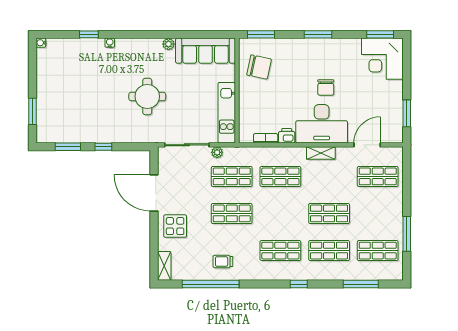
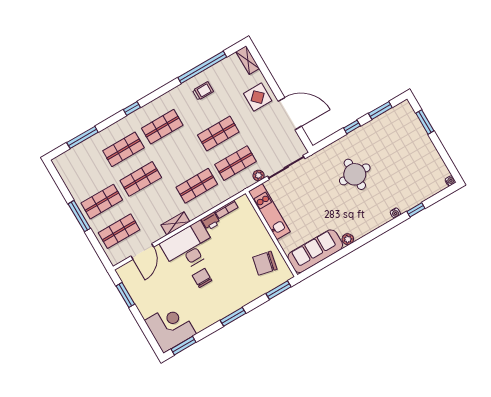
round table: (147, 96) -> (355, 174), moved
window: (407, 234) -> (79, 216), moved
shop shelf: (378, 251) -> (102, 202), moved

